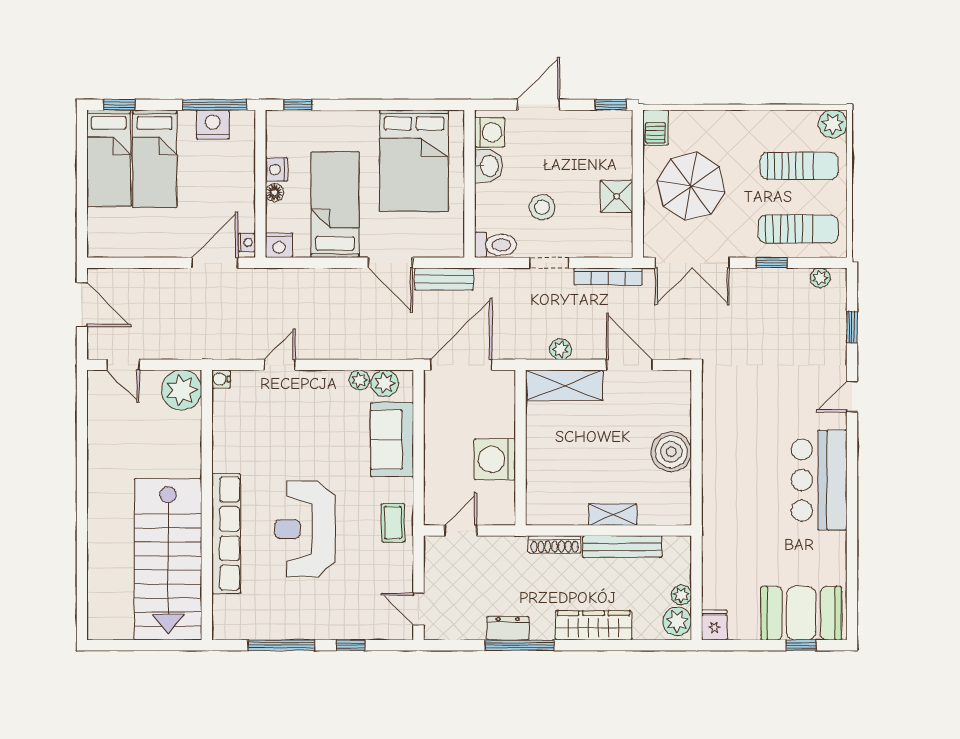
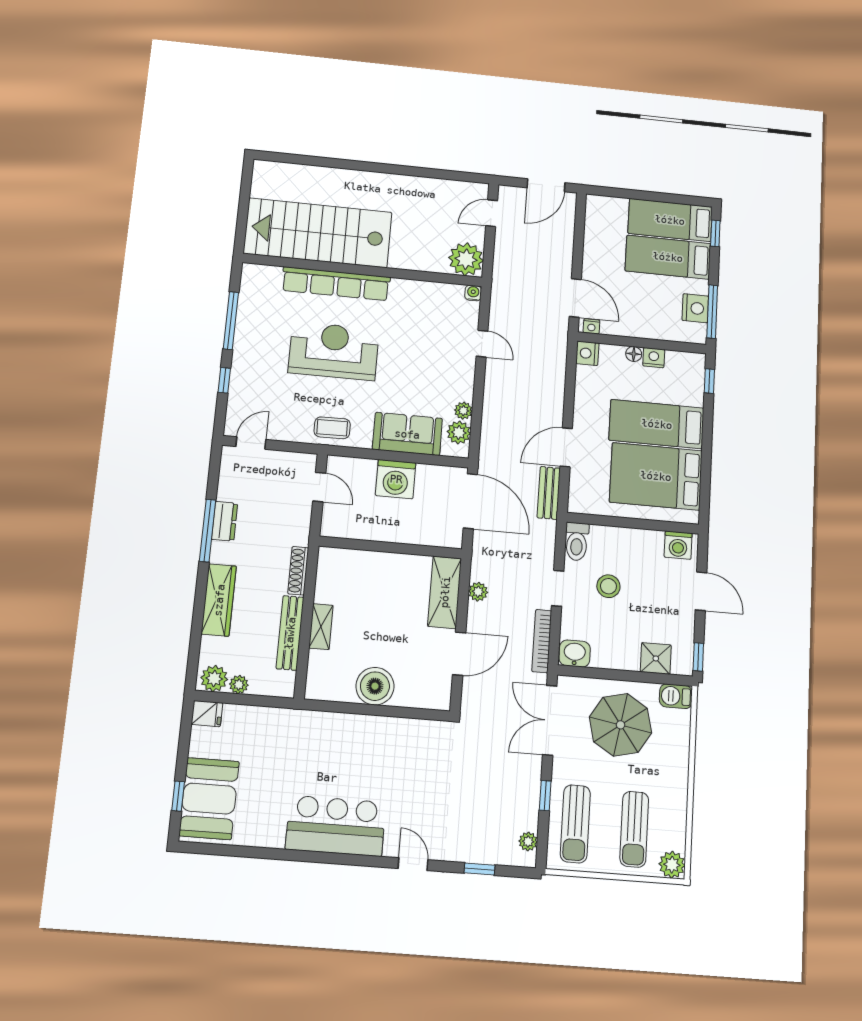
washbasin: (489, 166) -> (575, 654), moved, turned 180
shower: (617, 196) -> (656, 658), moved
bed: (335, 205) -> (657, 424), moved, turned 180
washing machine: (495, 459) -> (396, 479), moved, turned 180

